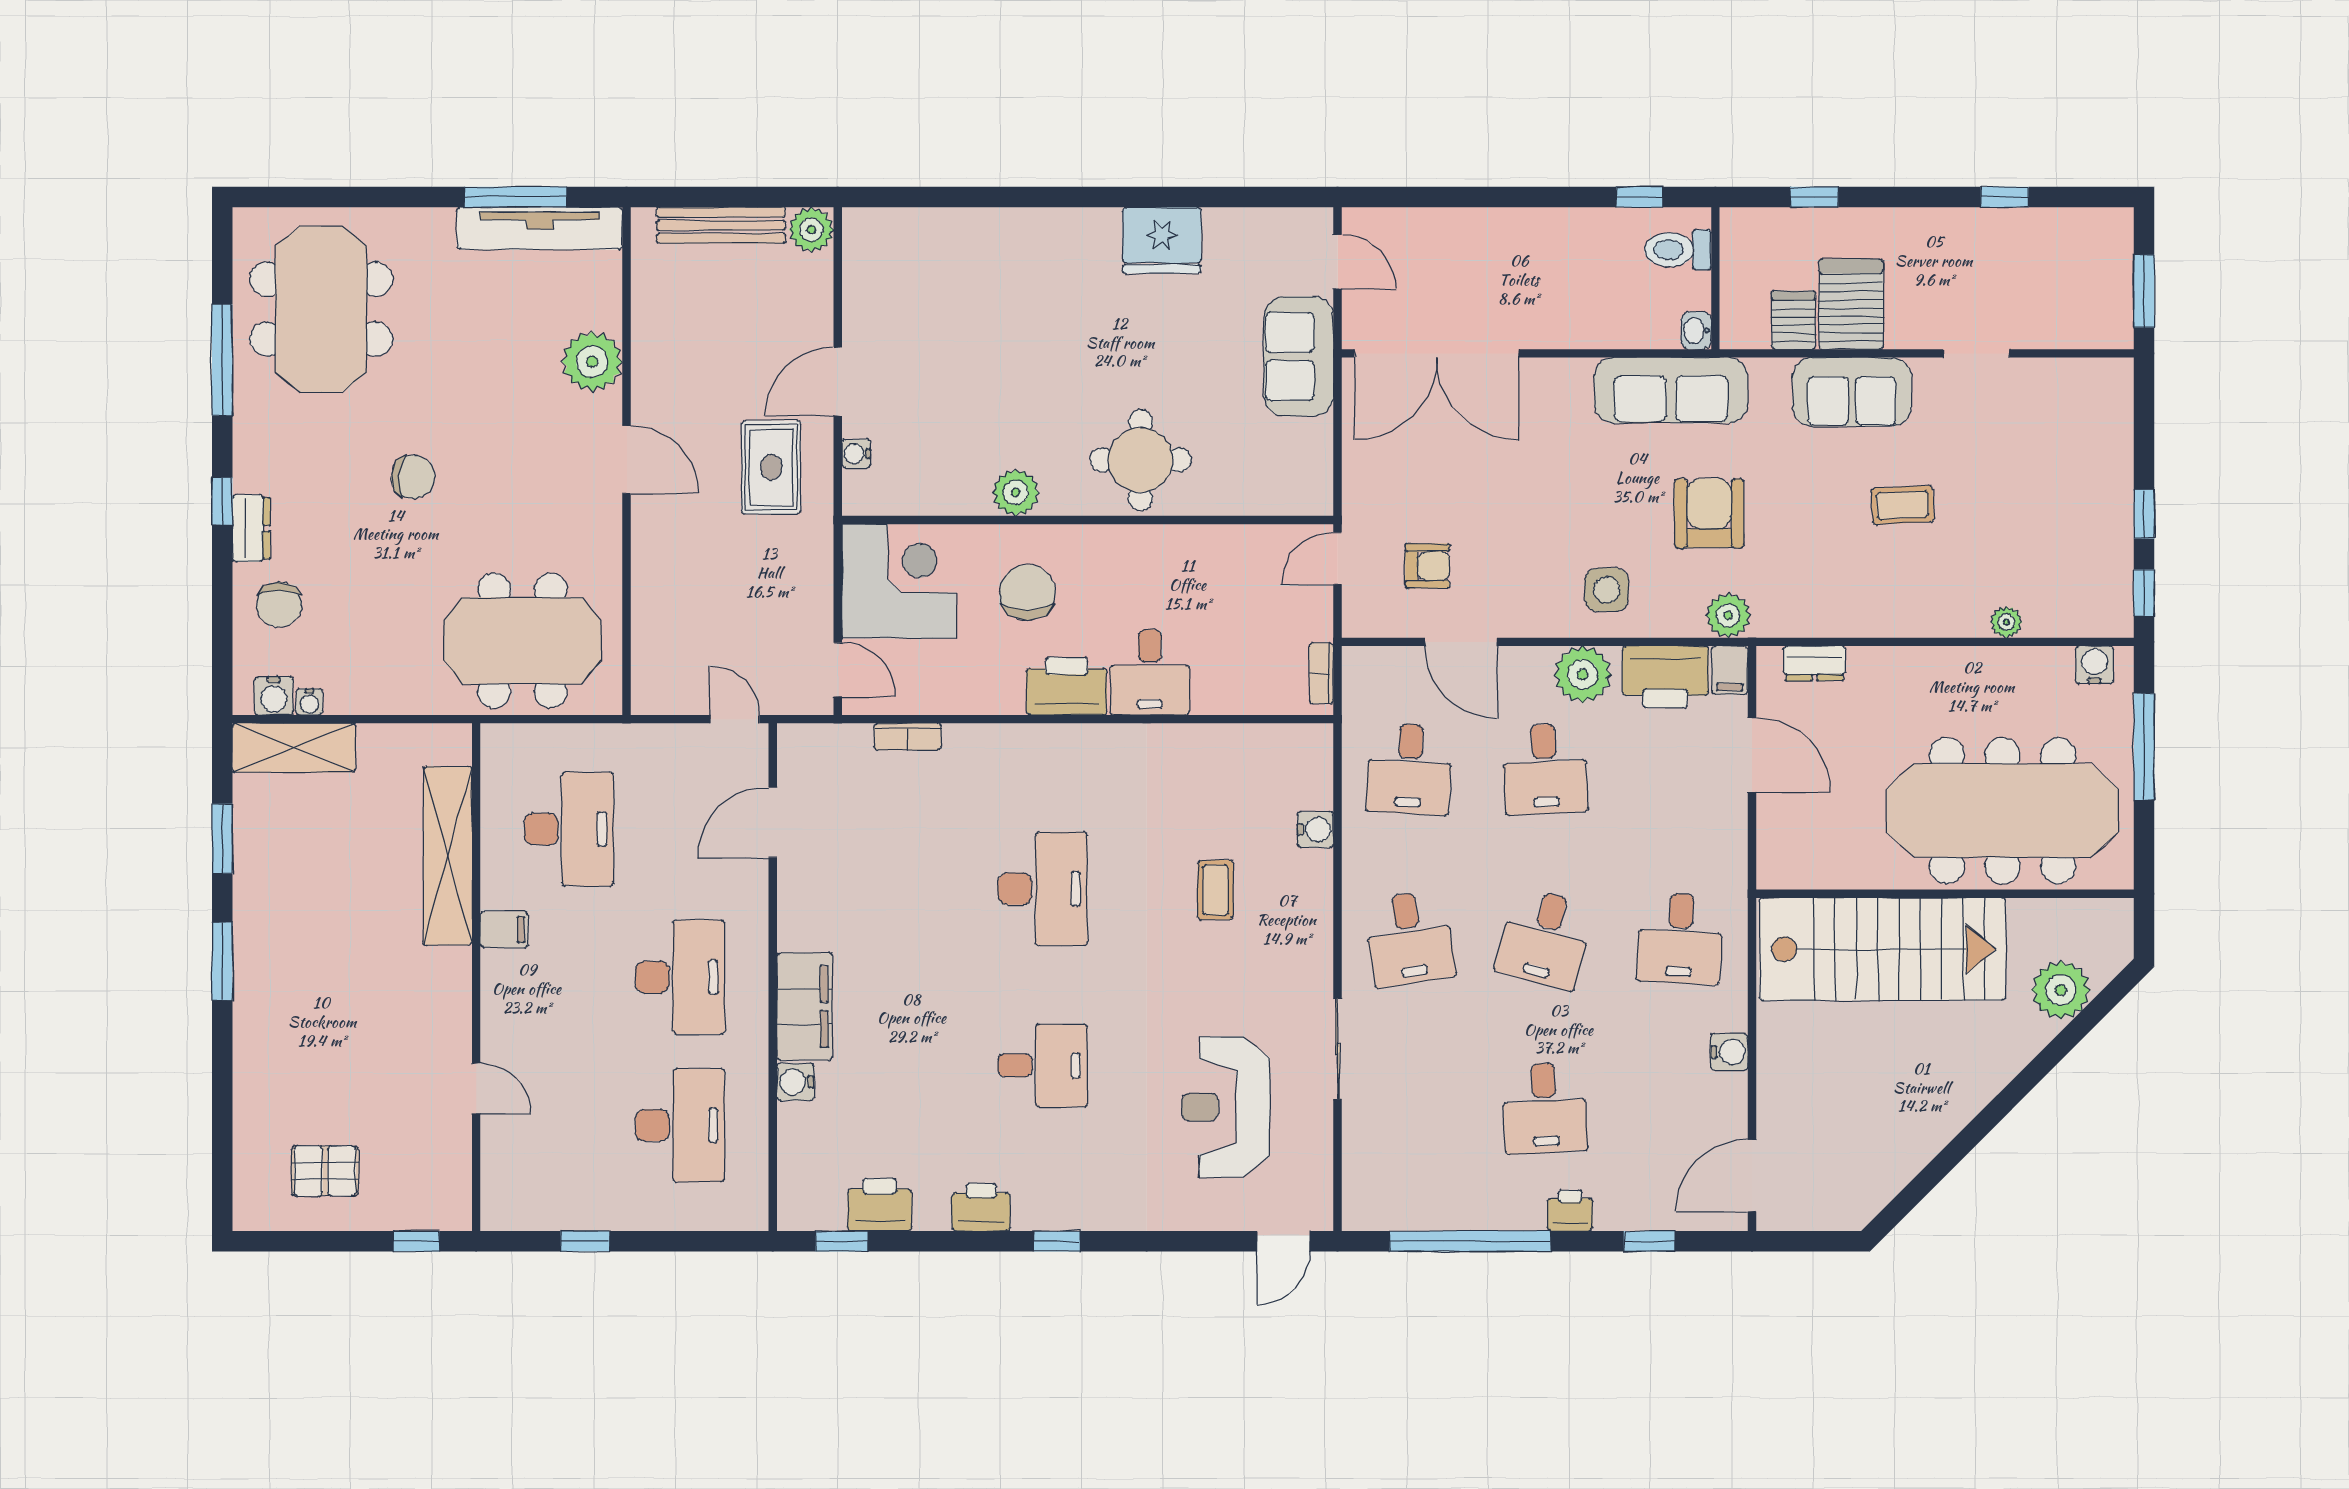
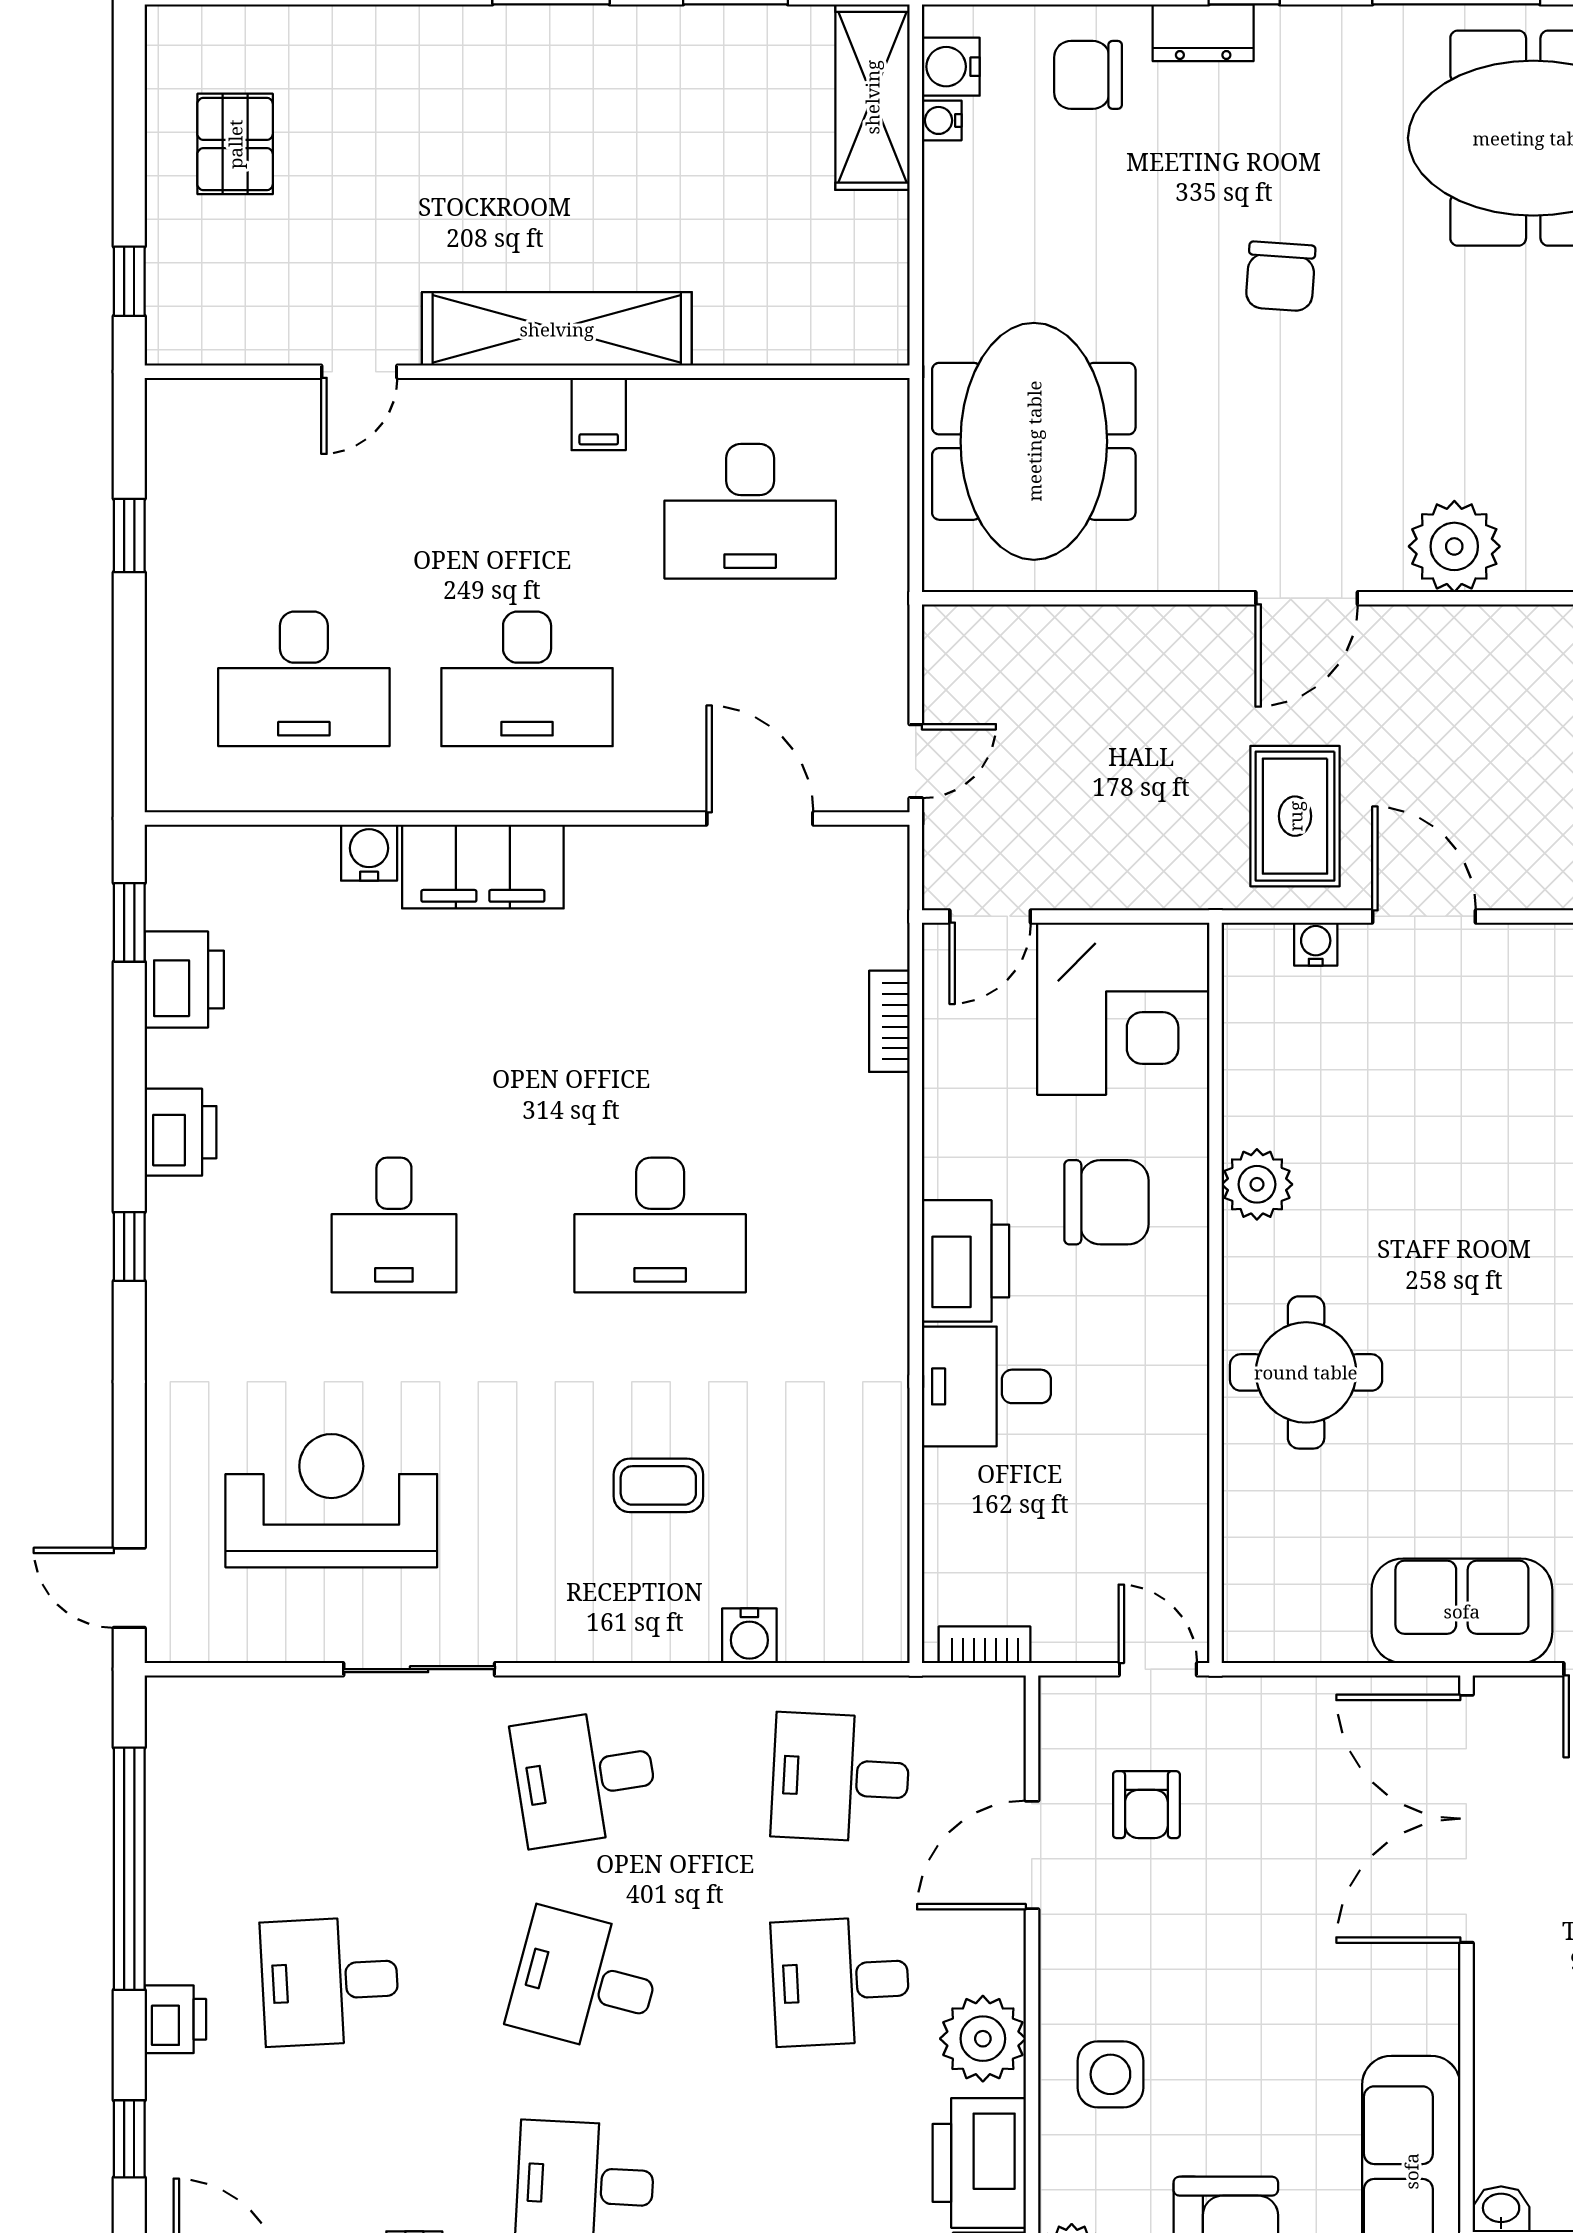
rug: (771, 467) -> (1295, 816), turned 90
shelving: (448, 856) -> (557, 329), moved

